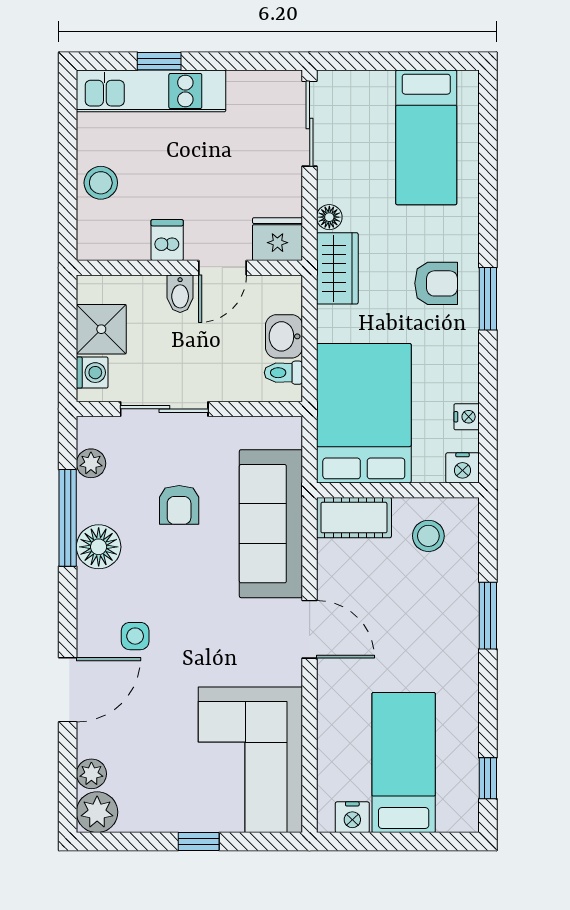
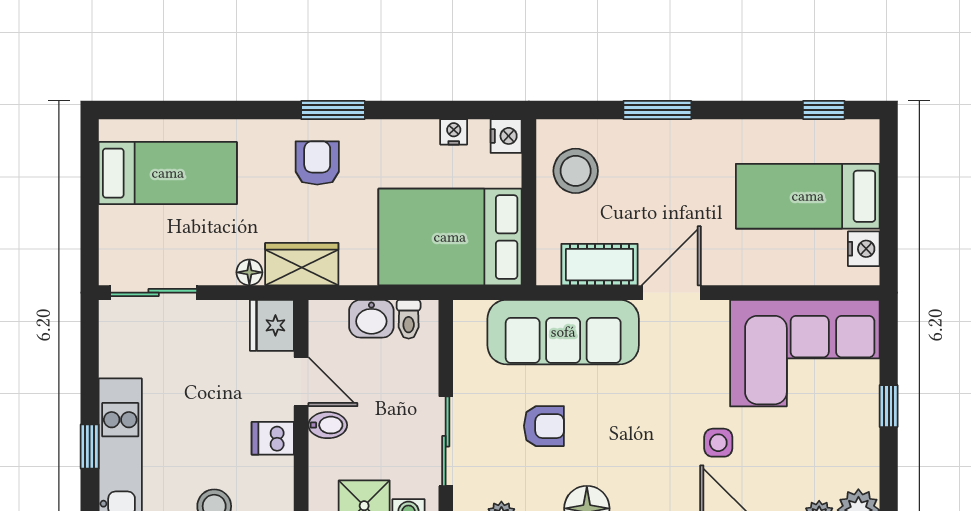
cot: (354, 518) -> (600, 265), moved, turned 90
stool: (428, 536) -> (576, 171), width x1.38, depth x1.38
side table: (135, 636) -> (718, 443), moved

